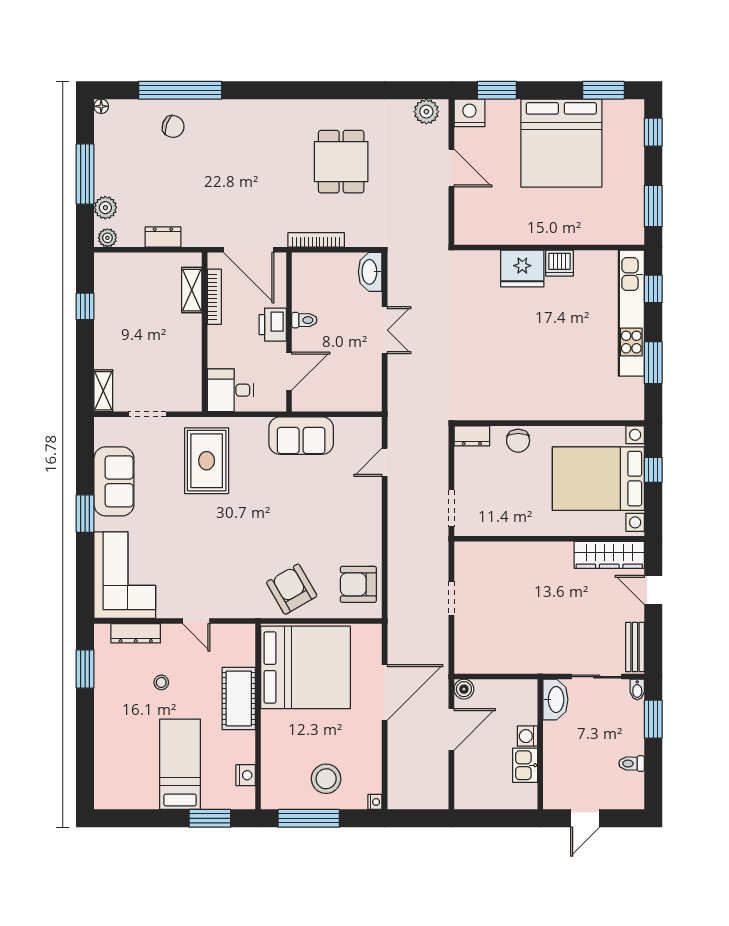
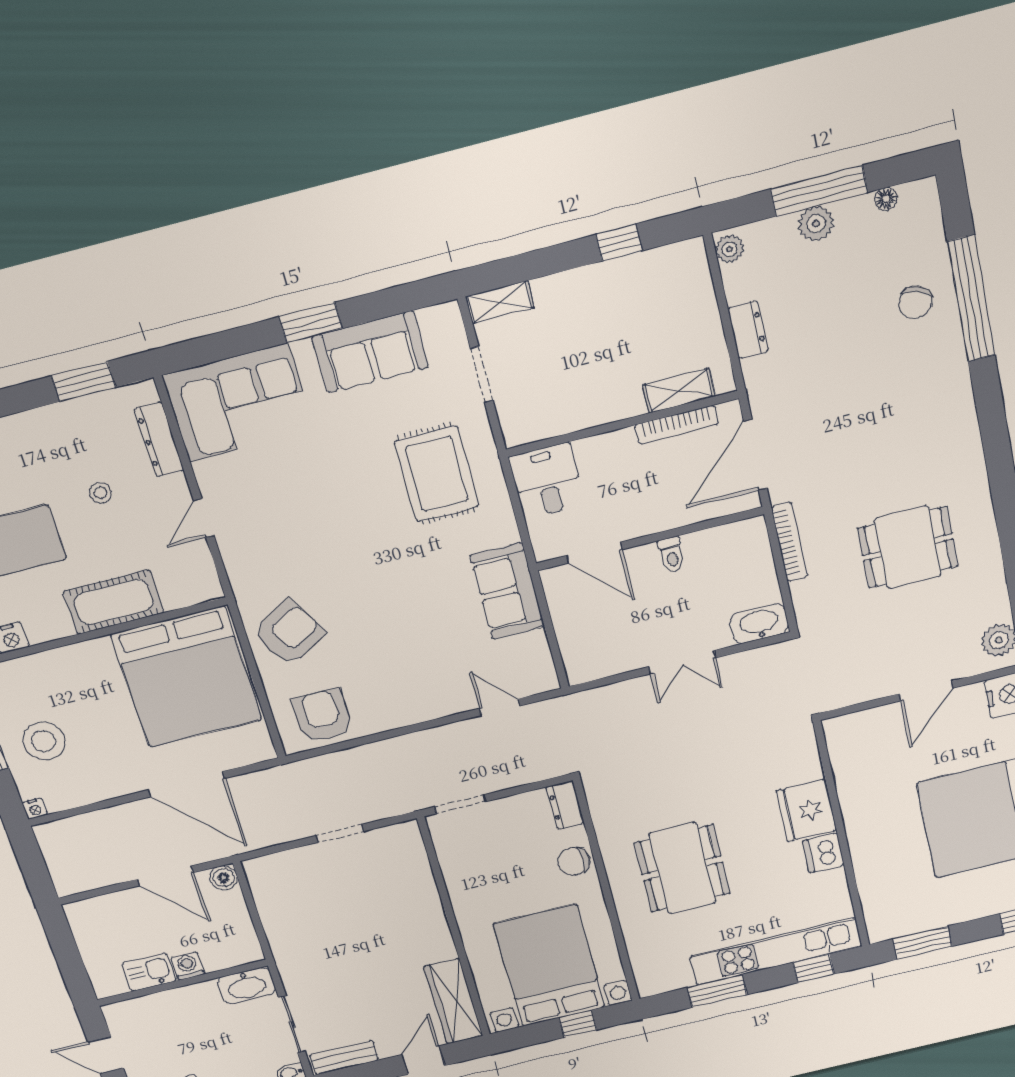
floor lamp: (101, 106) -> (886, 199), moved
plant: (105, 208) -> (816, 224), moved
printer: (273, 325) -> (655, 514), removed
dining table: (545, 365) -> (682, 868), added
rug: (207, 461) -> (437, 474), turned 90

